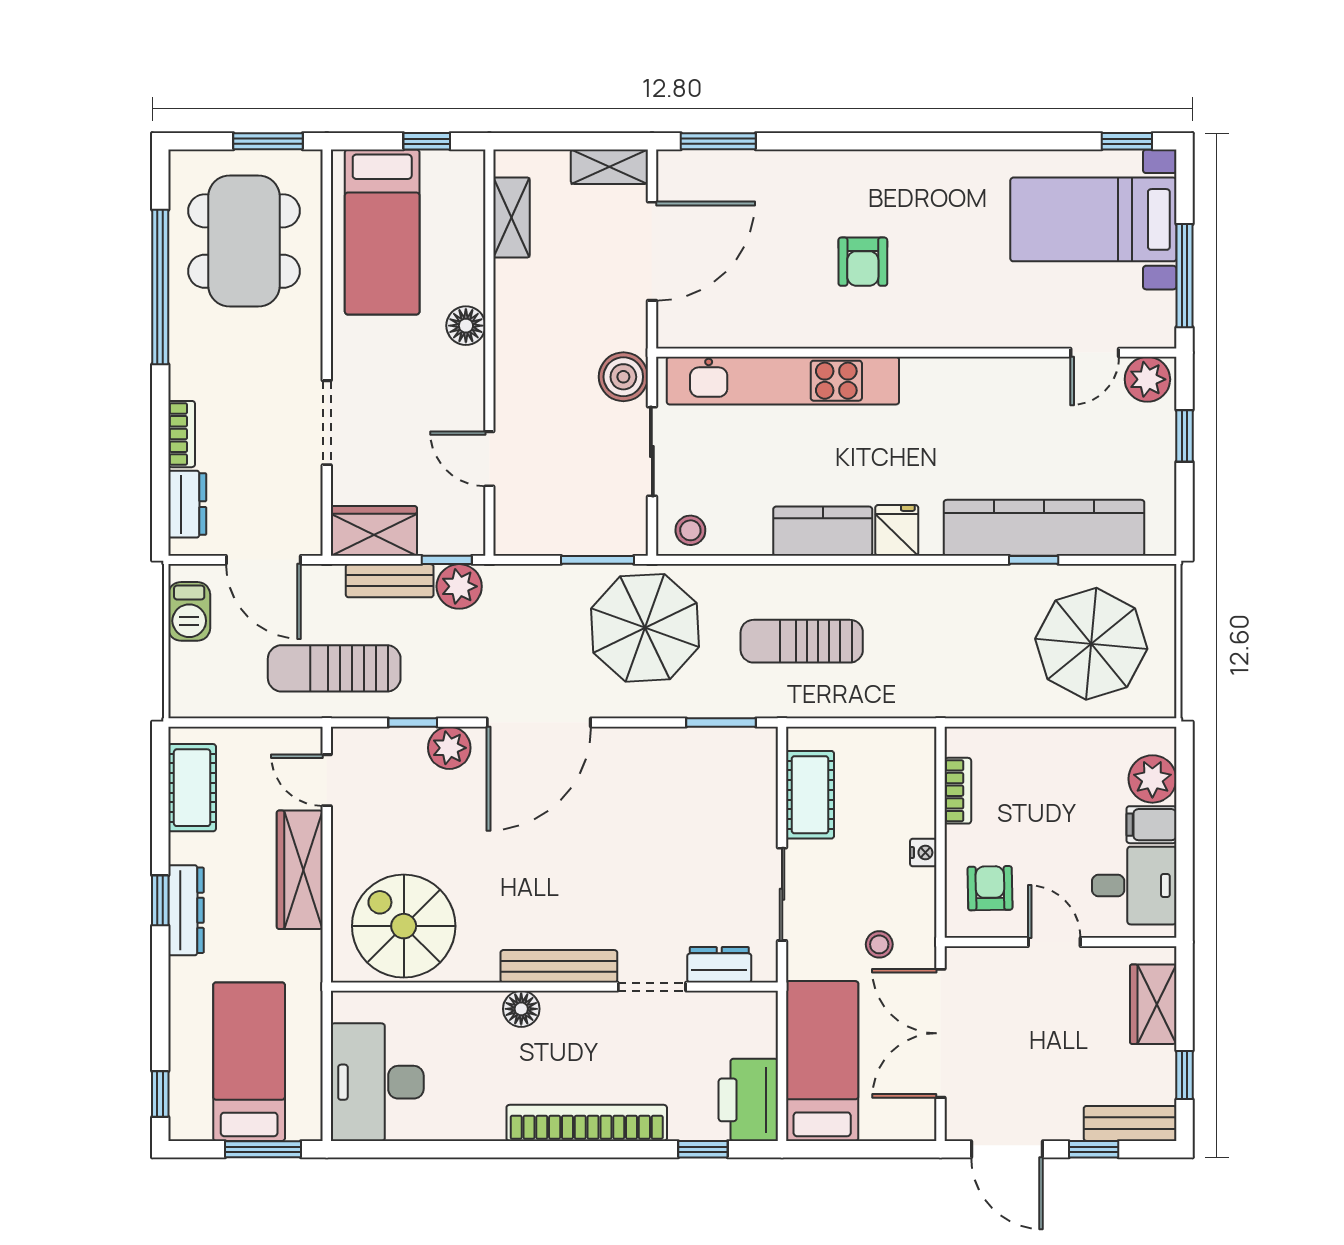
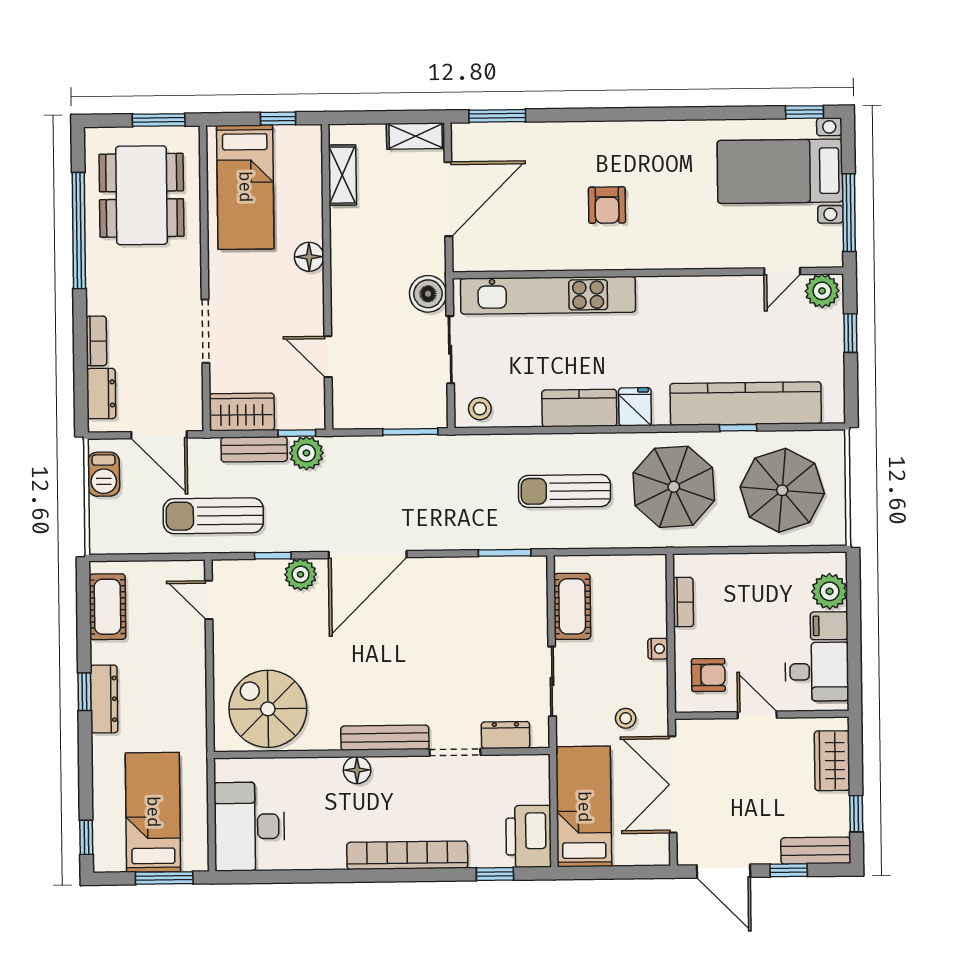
parasol: (645, 628) -> (674, 487), moved
wardrobe: (300, 870) -> (189, 667), removed
armchair: (990, 888) -> (708, 675), turned 91

